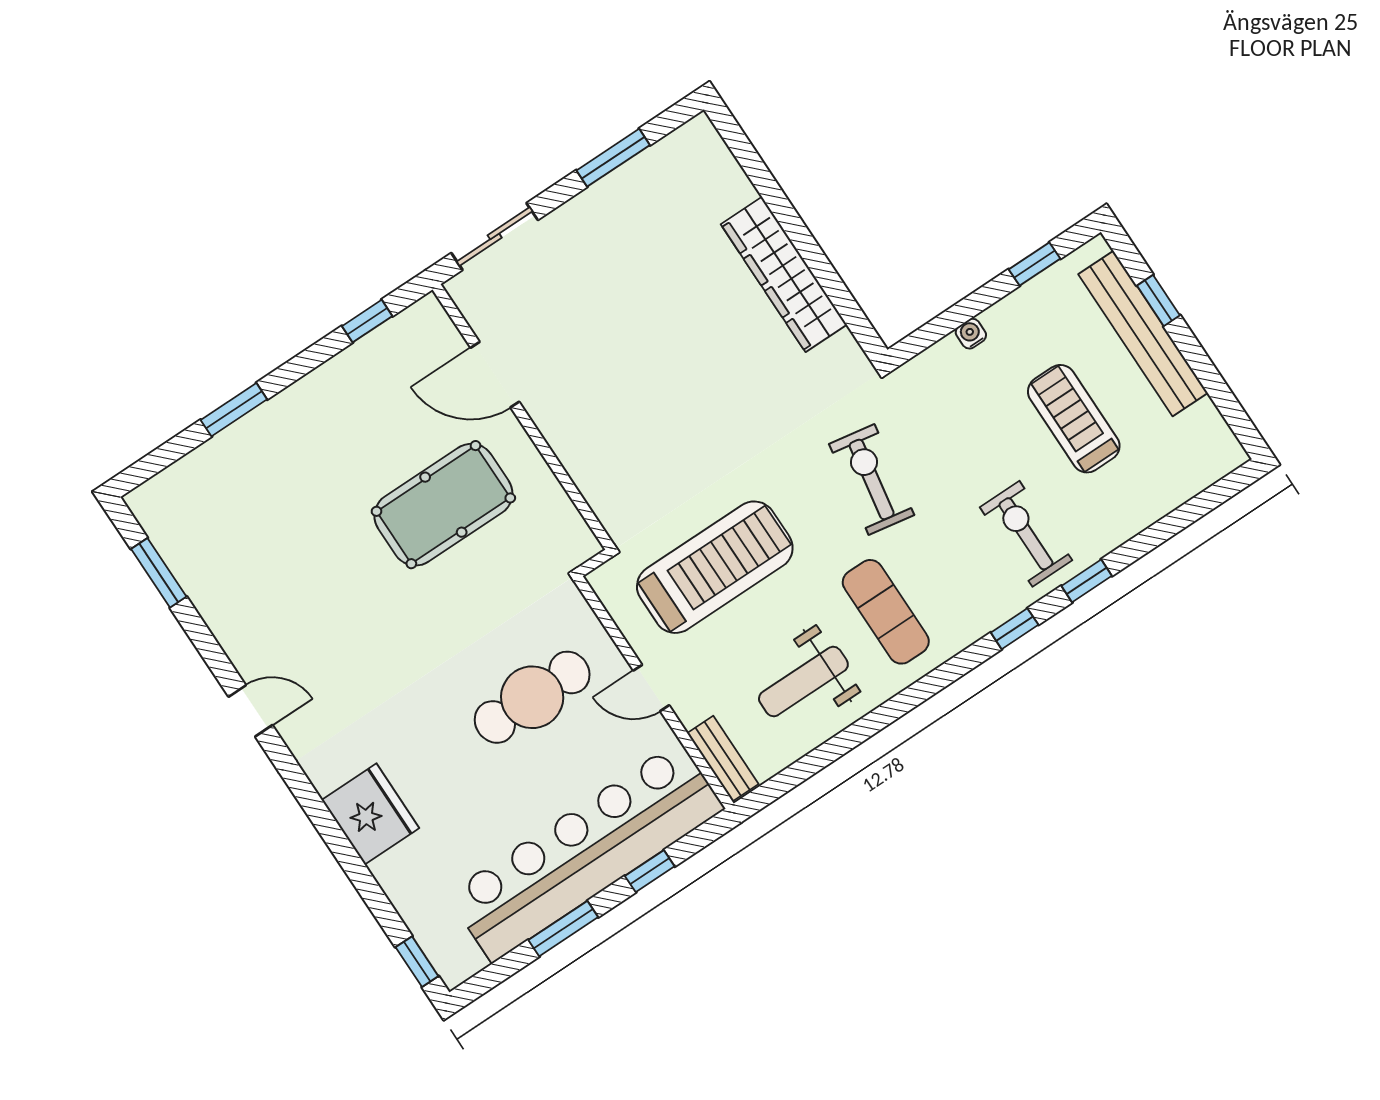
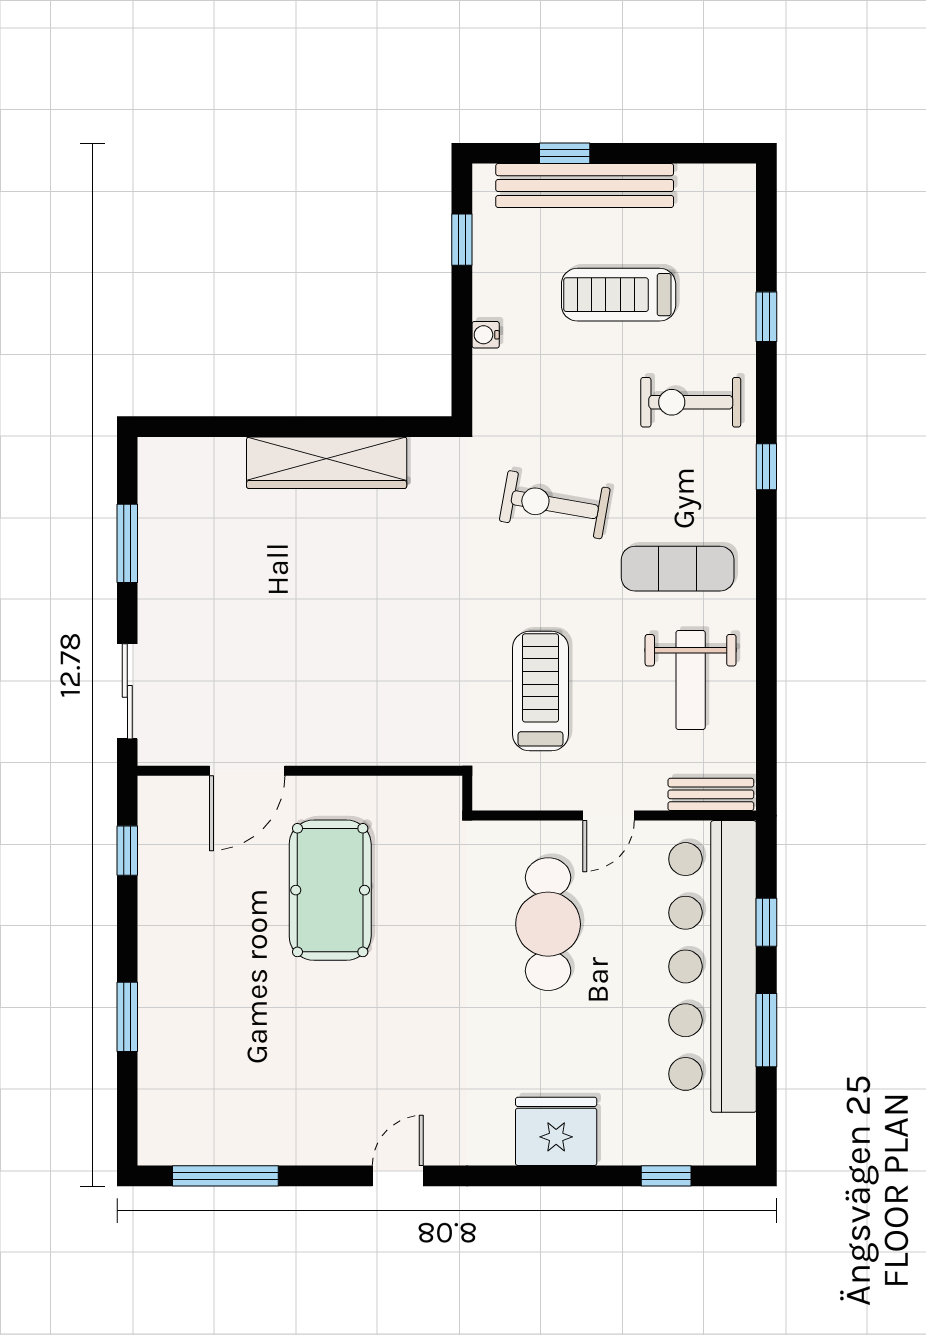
treadmill: (715, 567) -> (540, 691), width x0.73, depth x0.73
window: (159, 573) -> (225, 1176), width x1.44
window: (1087, 581) -> (766, 317), moved
window: (417, 962) -> (666, 1176), moved

